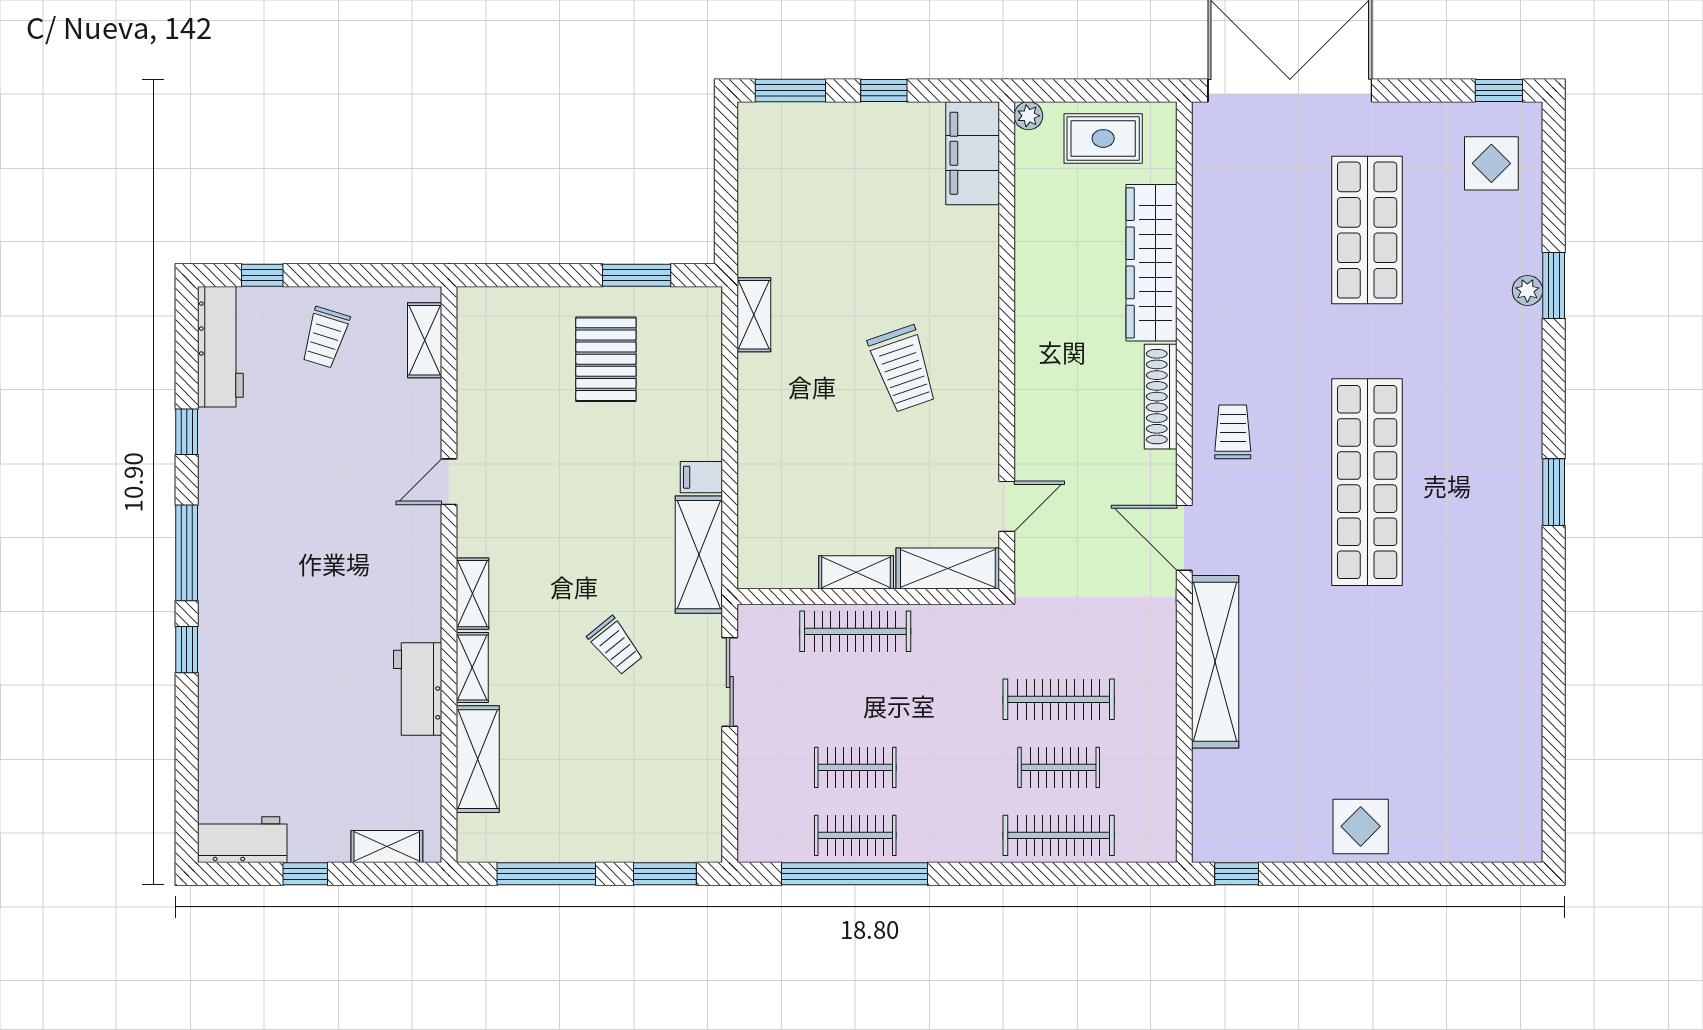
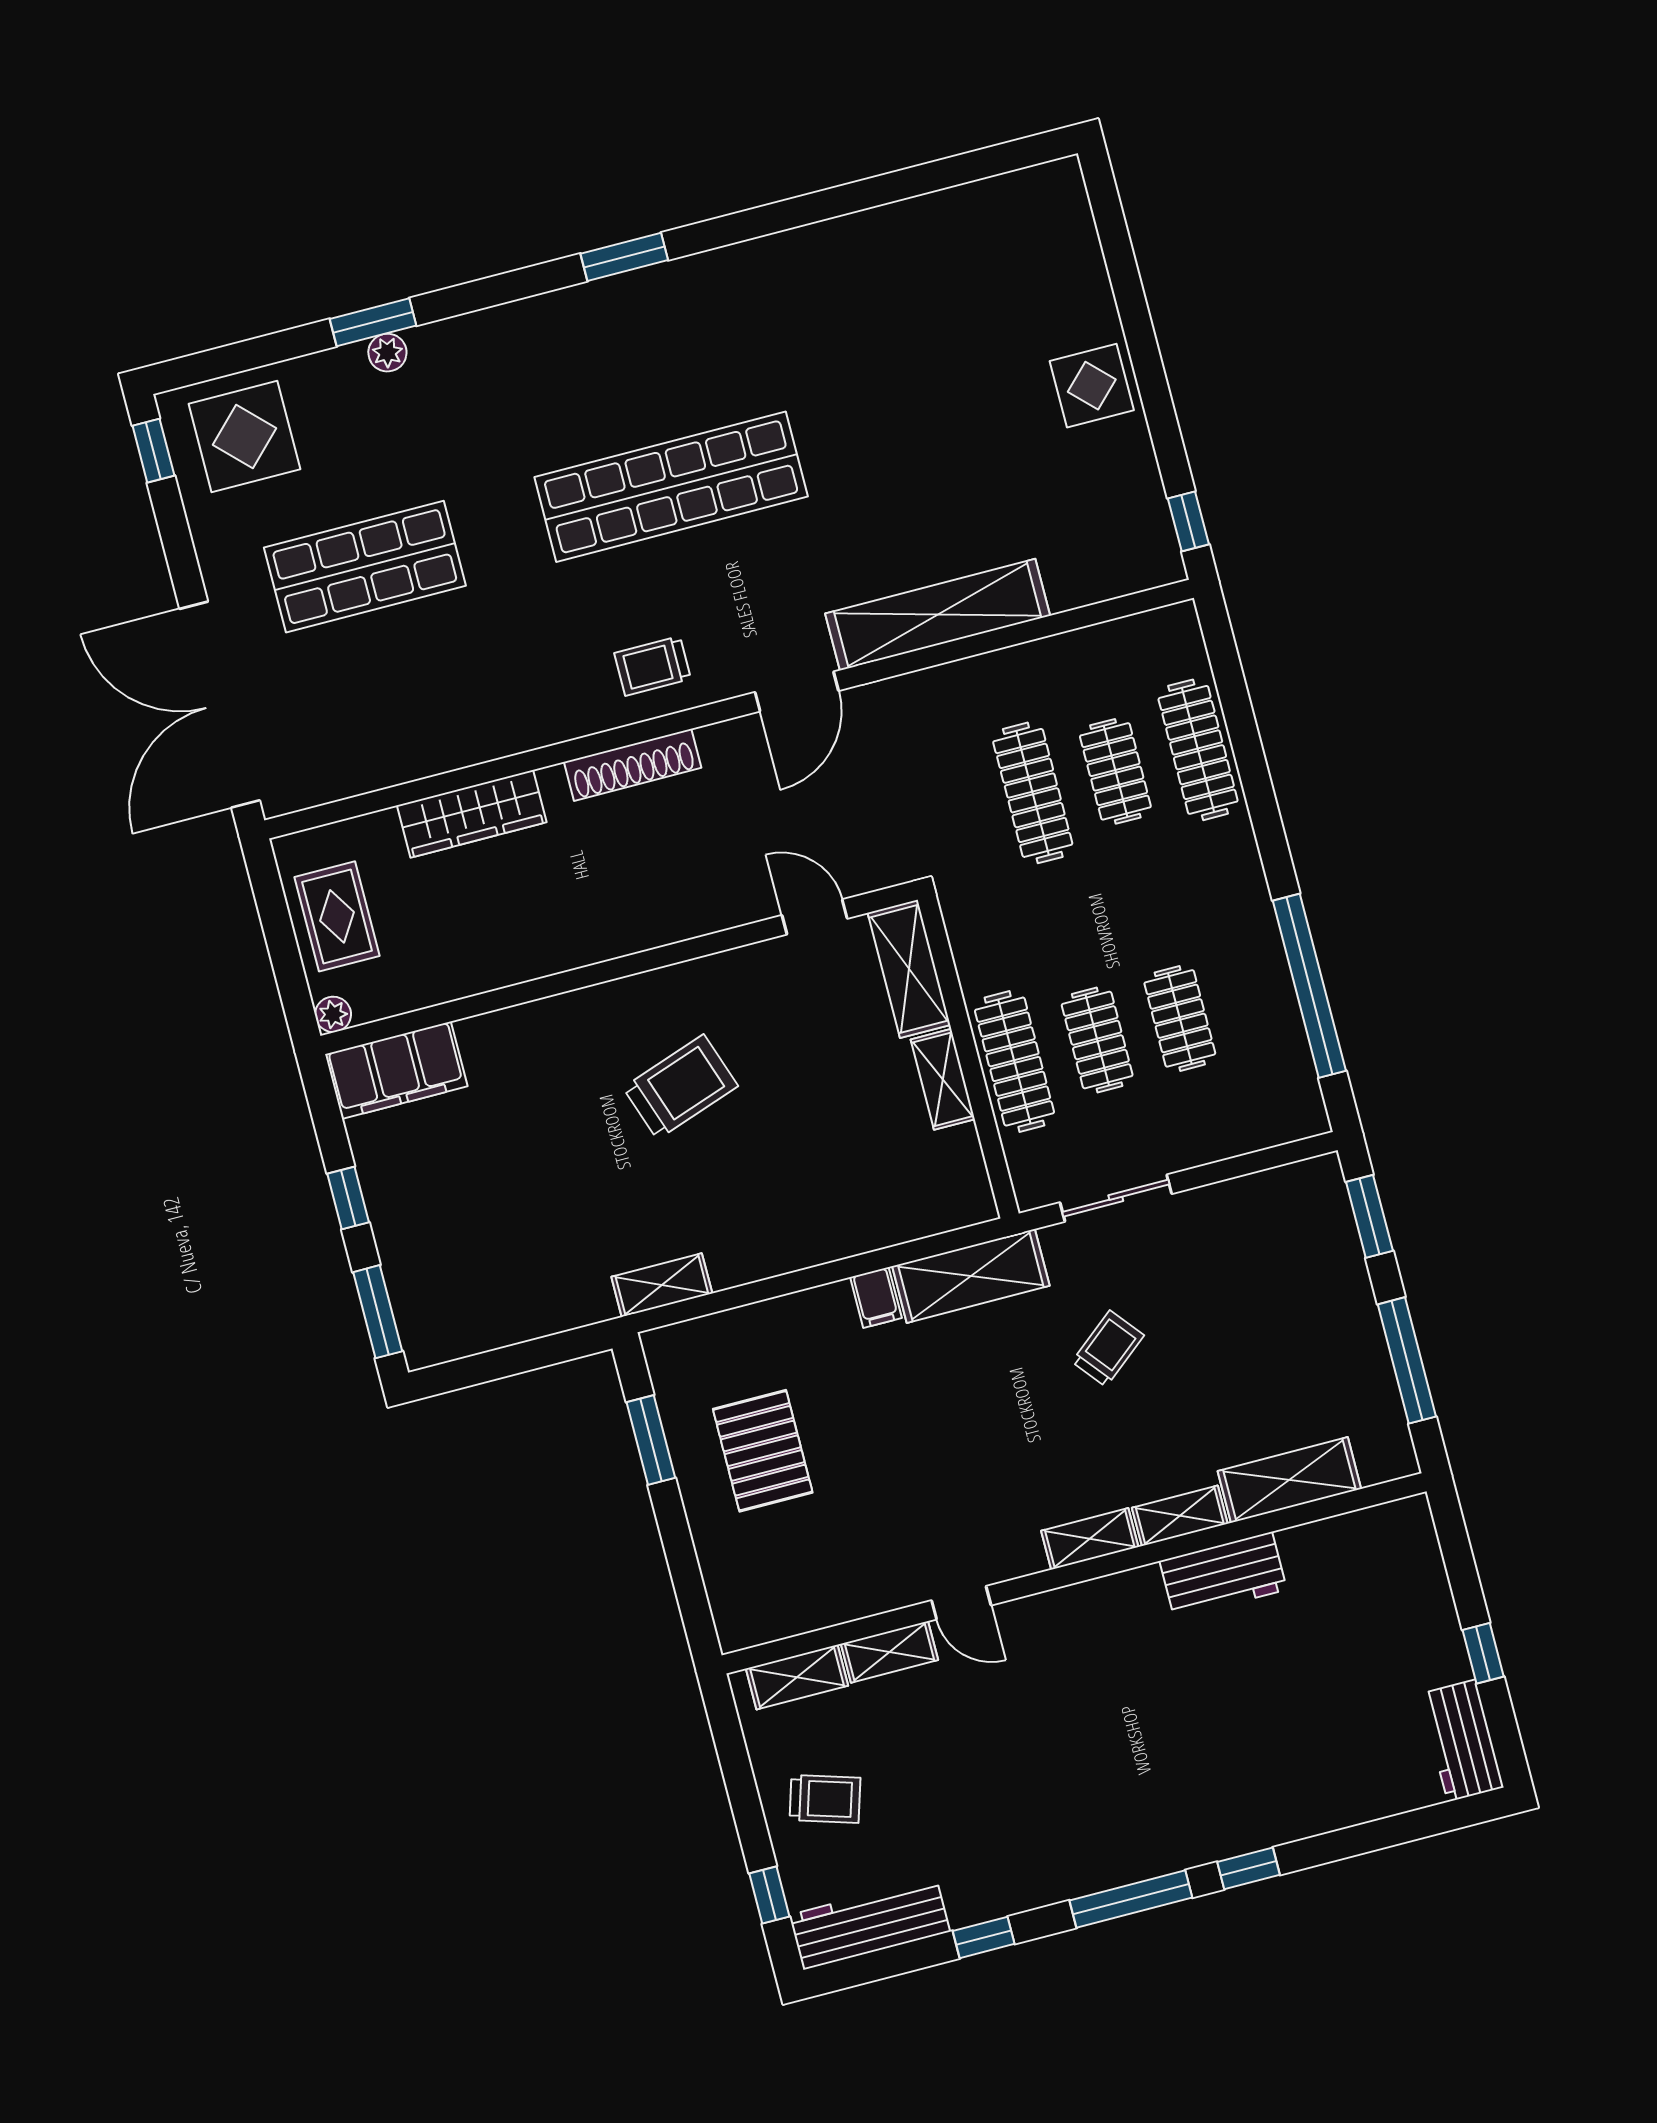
display table: (1491, 163) -> (244, 437), width x1.36, depth x1.36
wardrobe: (1151, 263) -> (472, 814), width x0.71, depth x0.85
pallet: (606, 359) -> (763, 1451), turned 90
clothes rail: (855, 835) -> (1097, 1040), moved
shelving: (387, 847) -> (890, 1652), moved, turned 90

